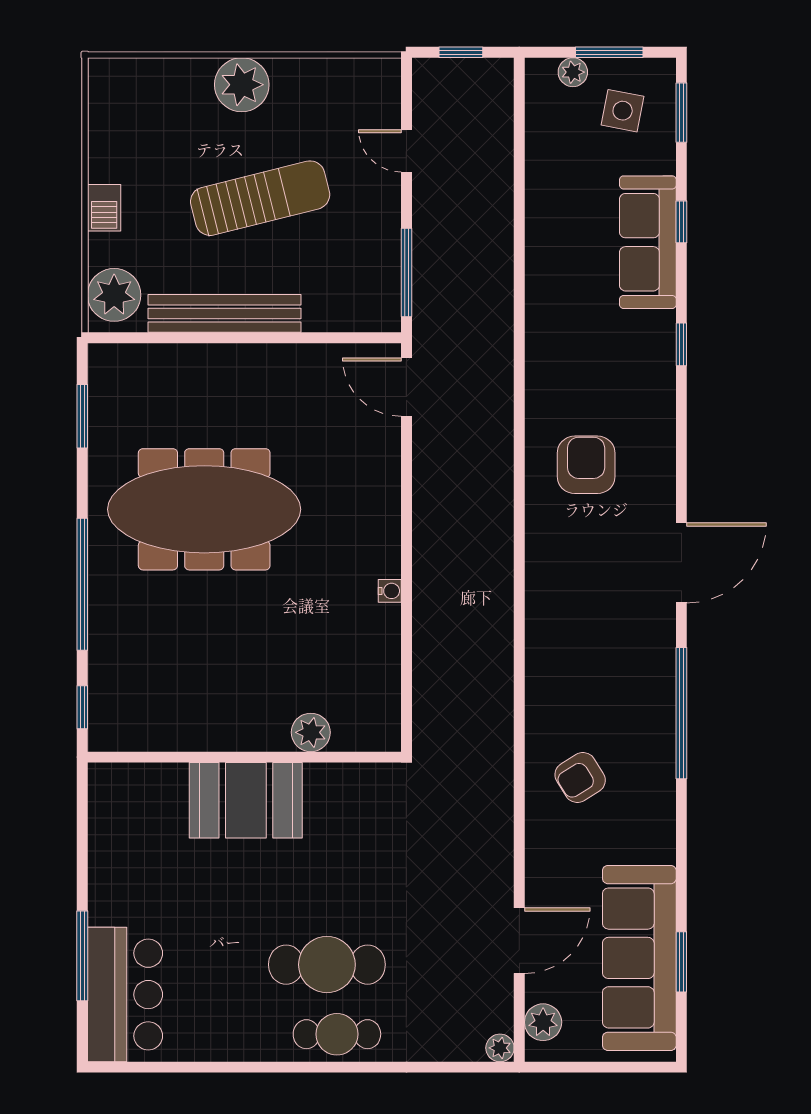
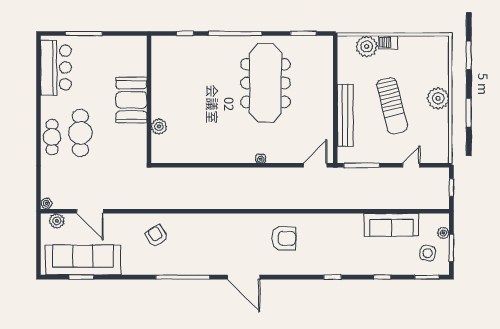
sofa: (648, 242) -> (391, 225), moved, turned 180
plant: (114, 295) -> (367, 46), moved
bench: (224, 313) -> (345, 115), moved
water cooler: (390, 591) -> (261, 159), moved
plant: (311, 732) -> (159, 126), moved
wall: (244, 757) -> (149, 99), moved
booth: (246, 800) -> (131, 100), moved
bar counter: (125, 995) -> (56, 68), moved, turned -90

